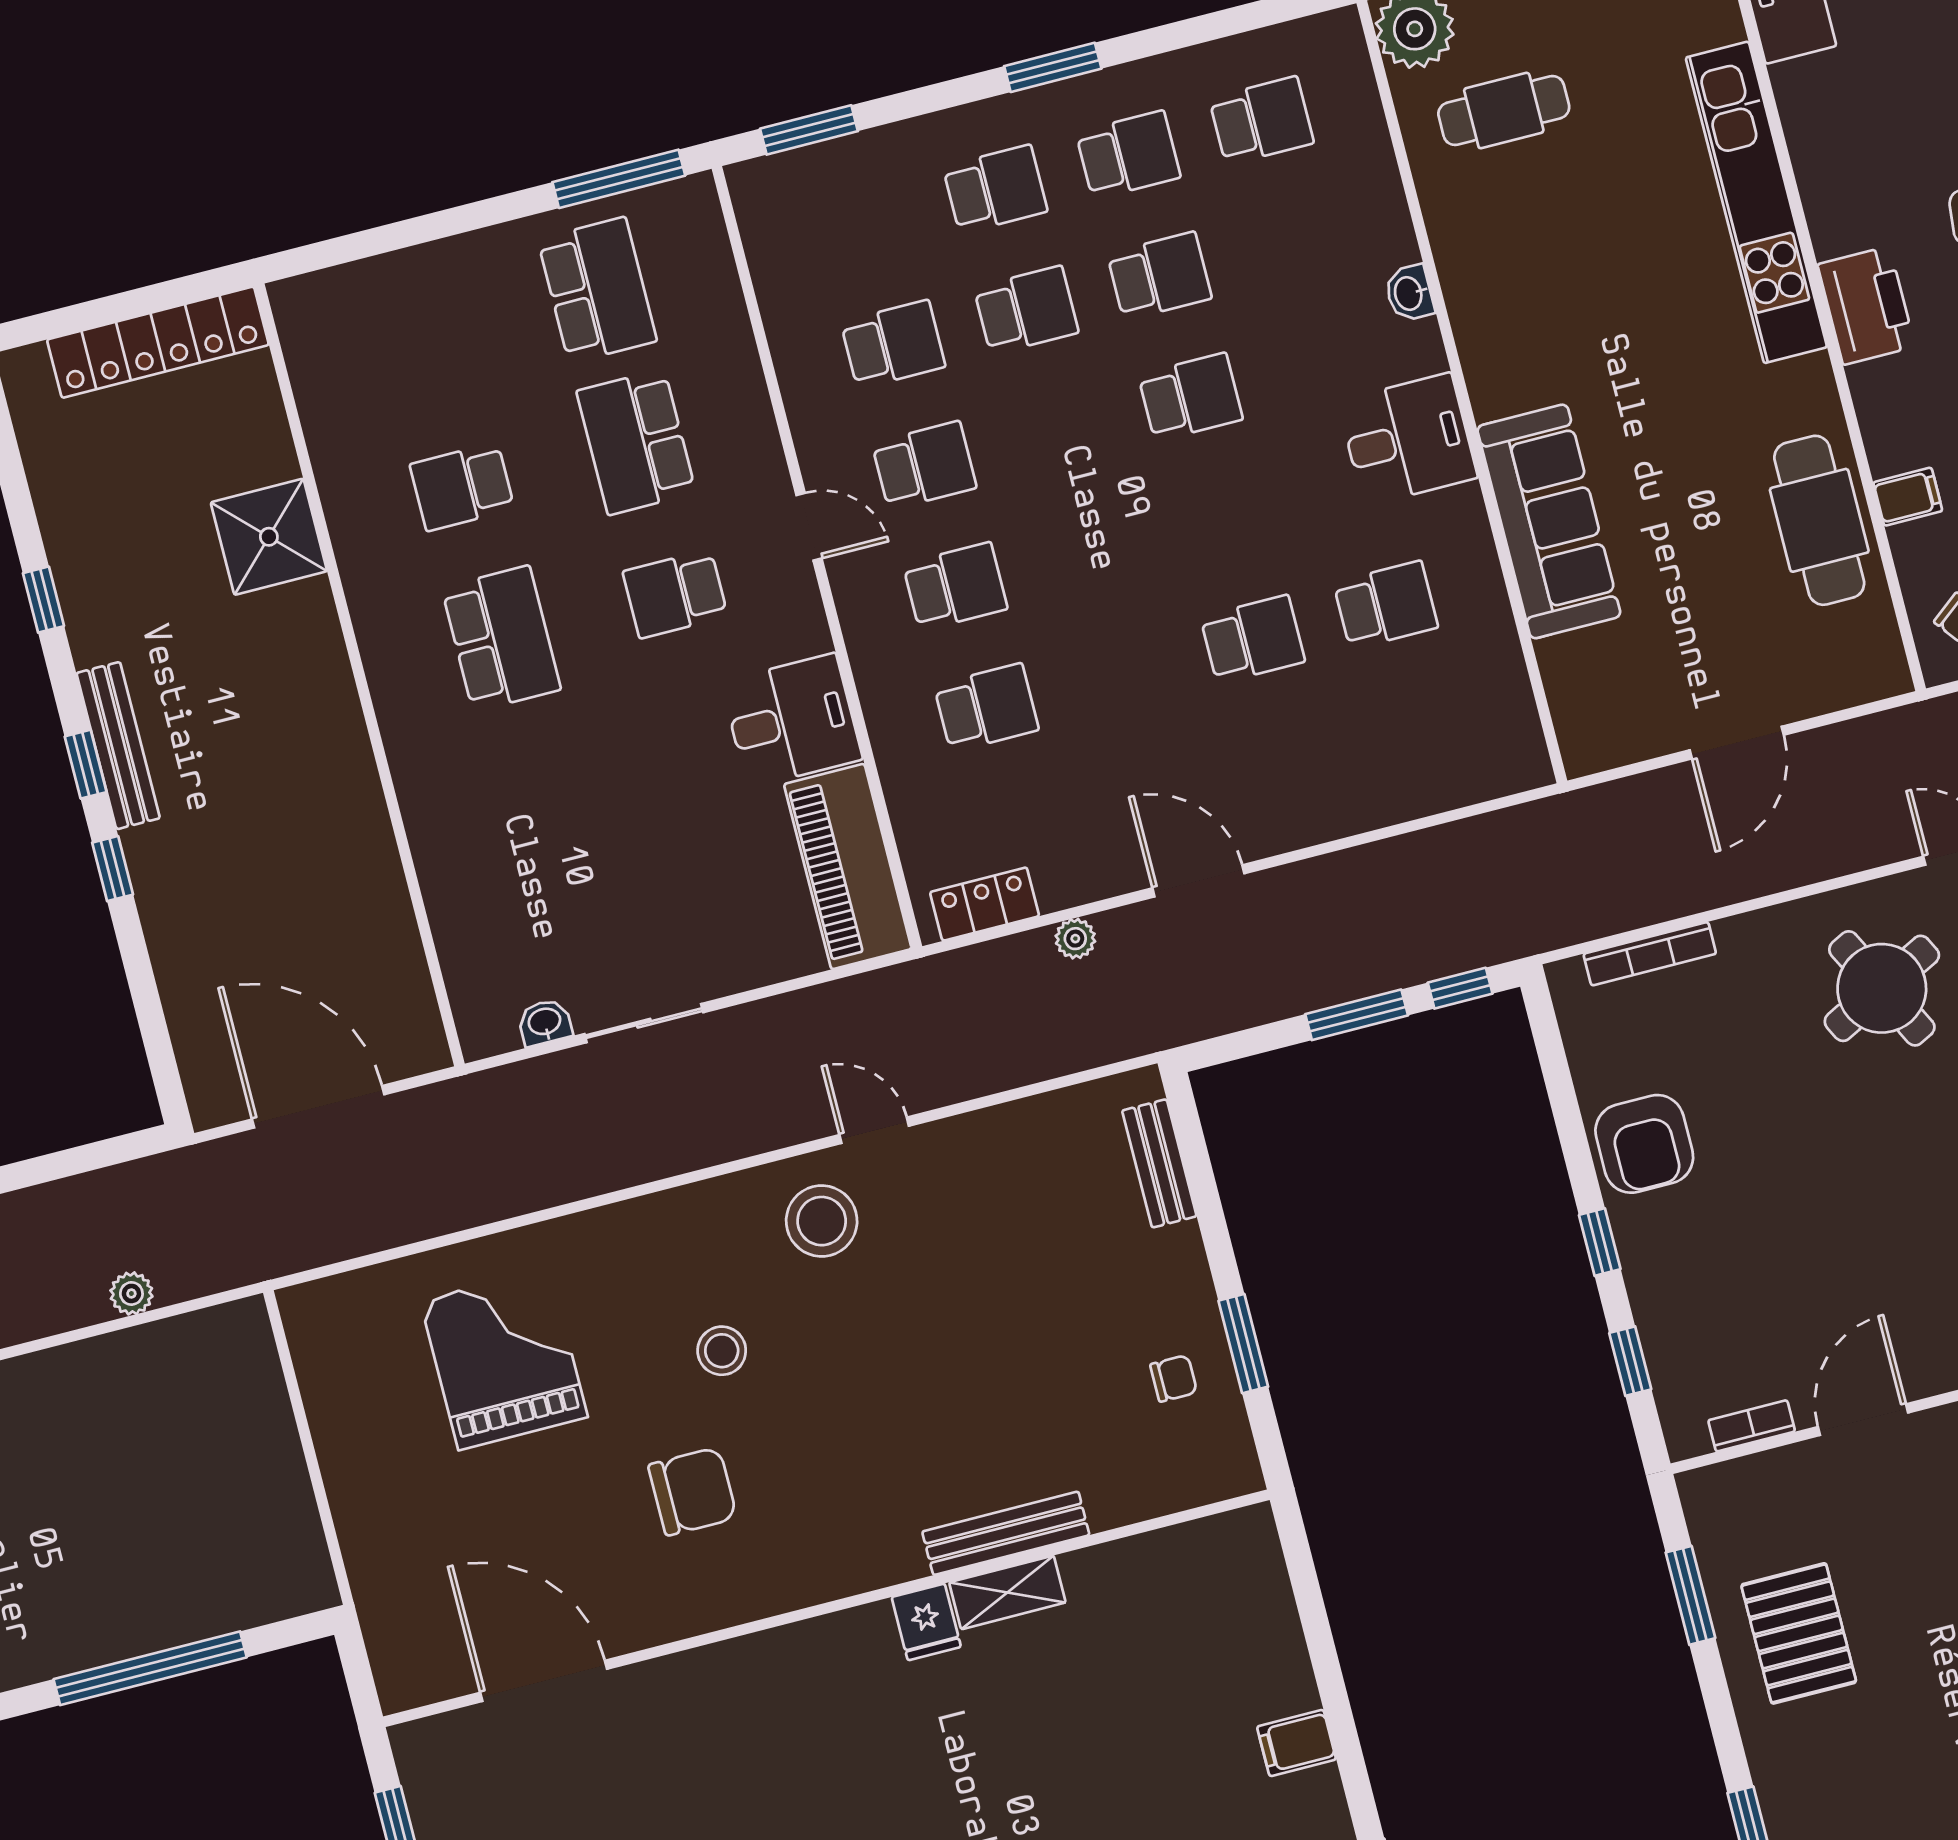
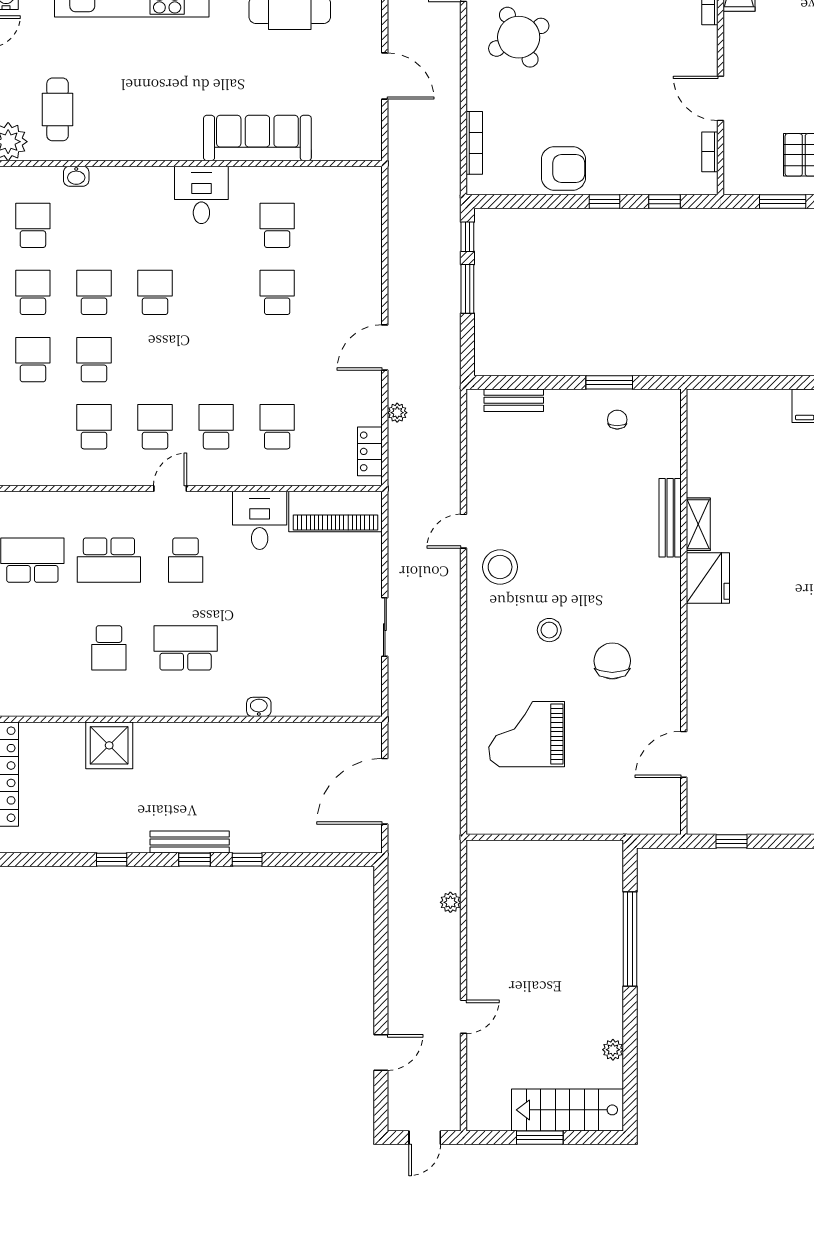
washbasin: (1409, 293) -> (76, 176), moved
washbasin: (545, 1022) -> (259, 707), moved, turned 90
fridge: (926, 1622) -> (708, 578), width x1.88, depth x1.34
door: (544, 1681) -> (684, 754), width x0.73

